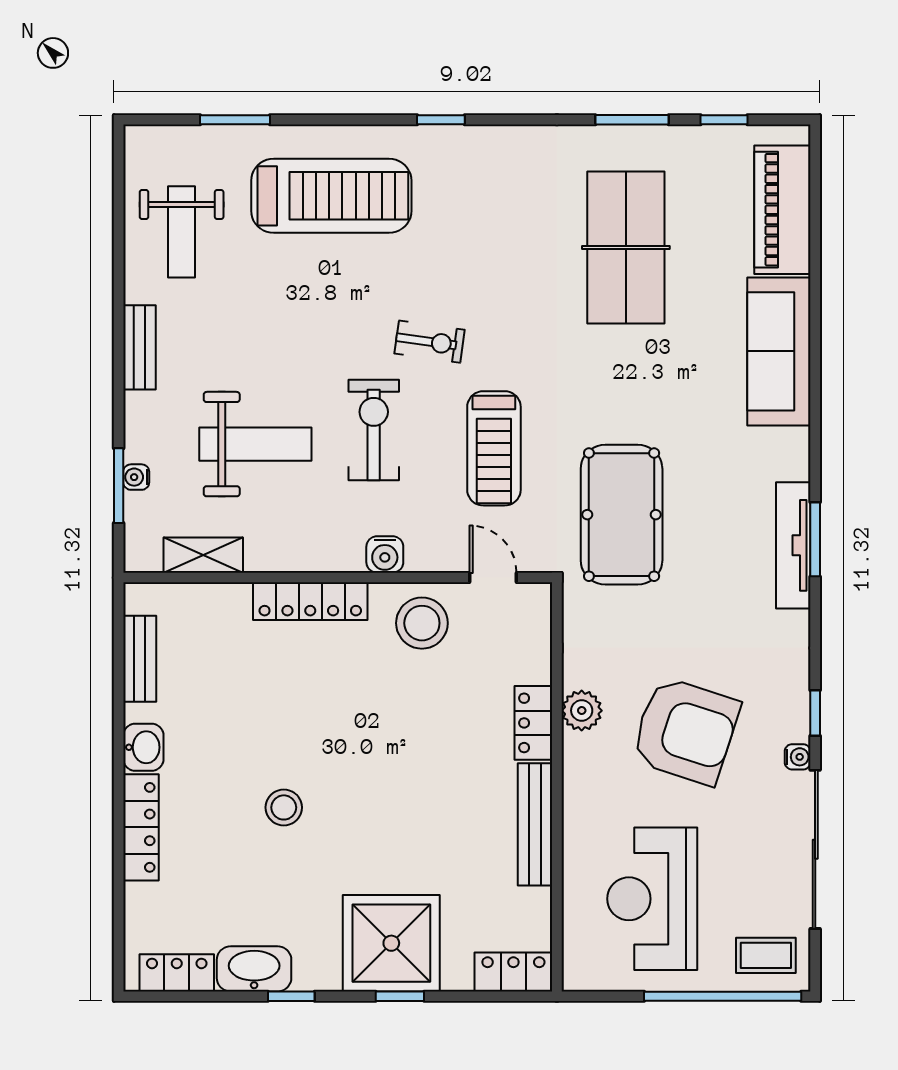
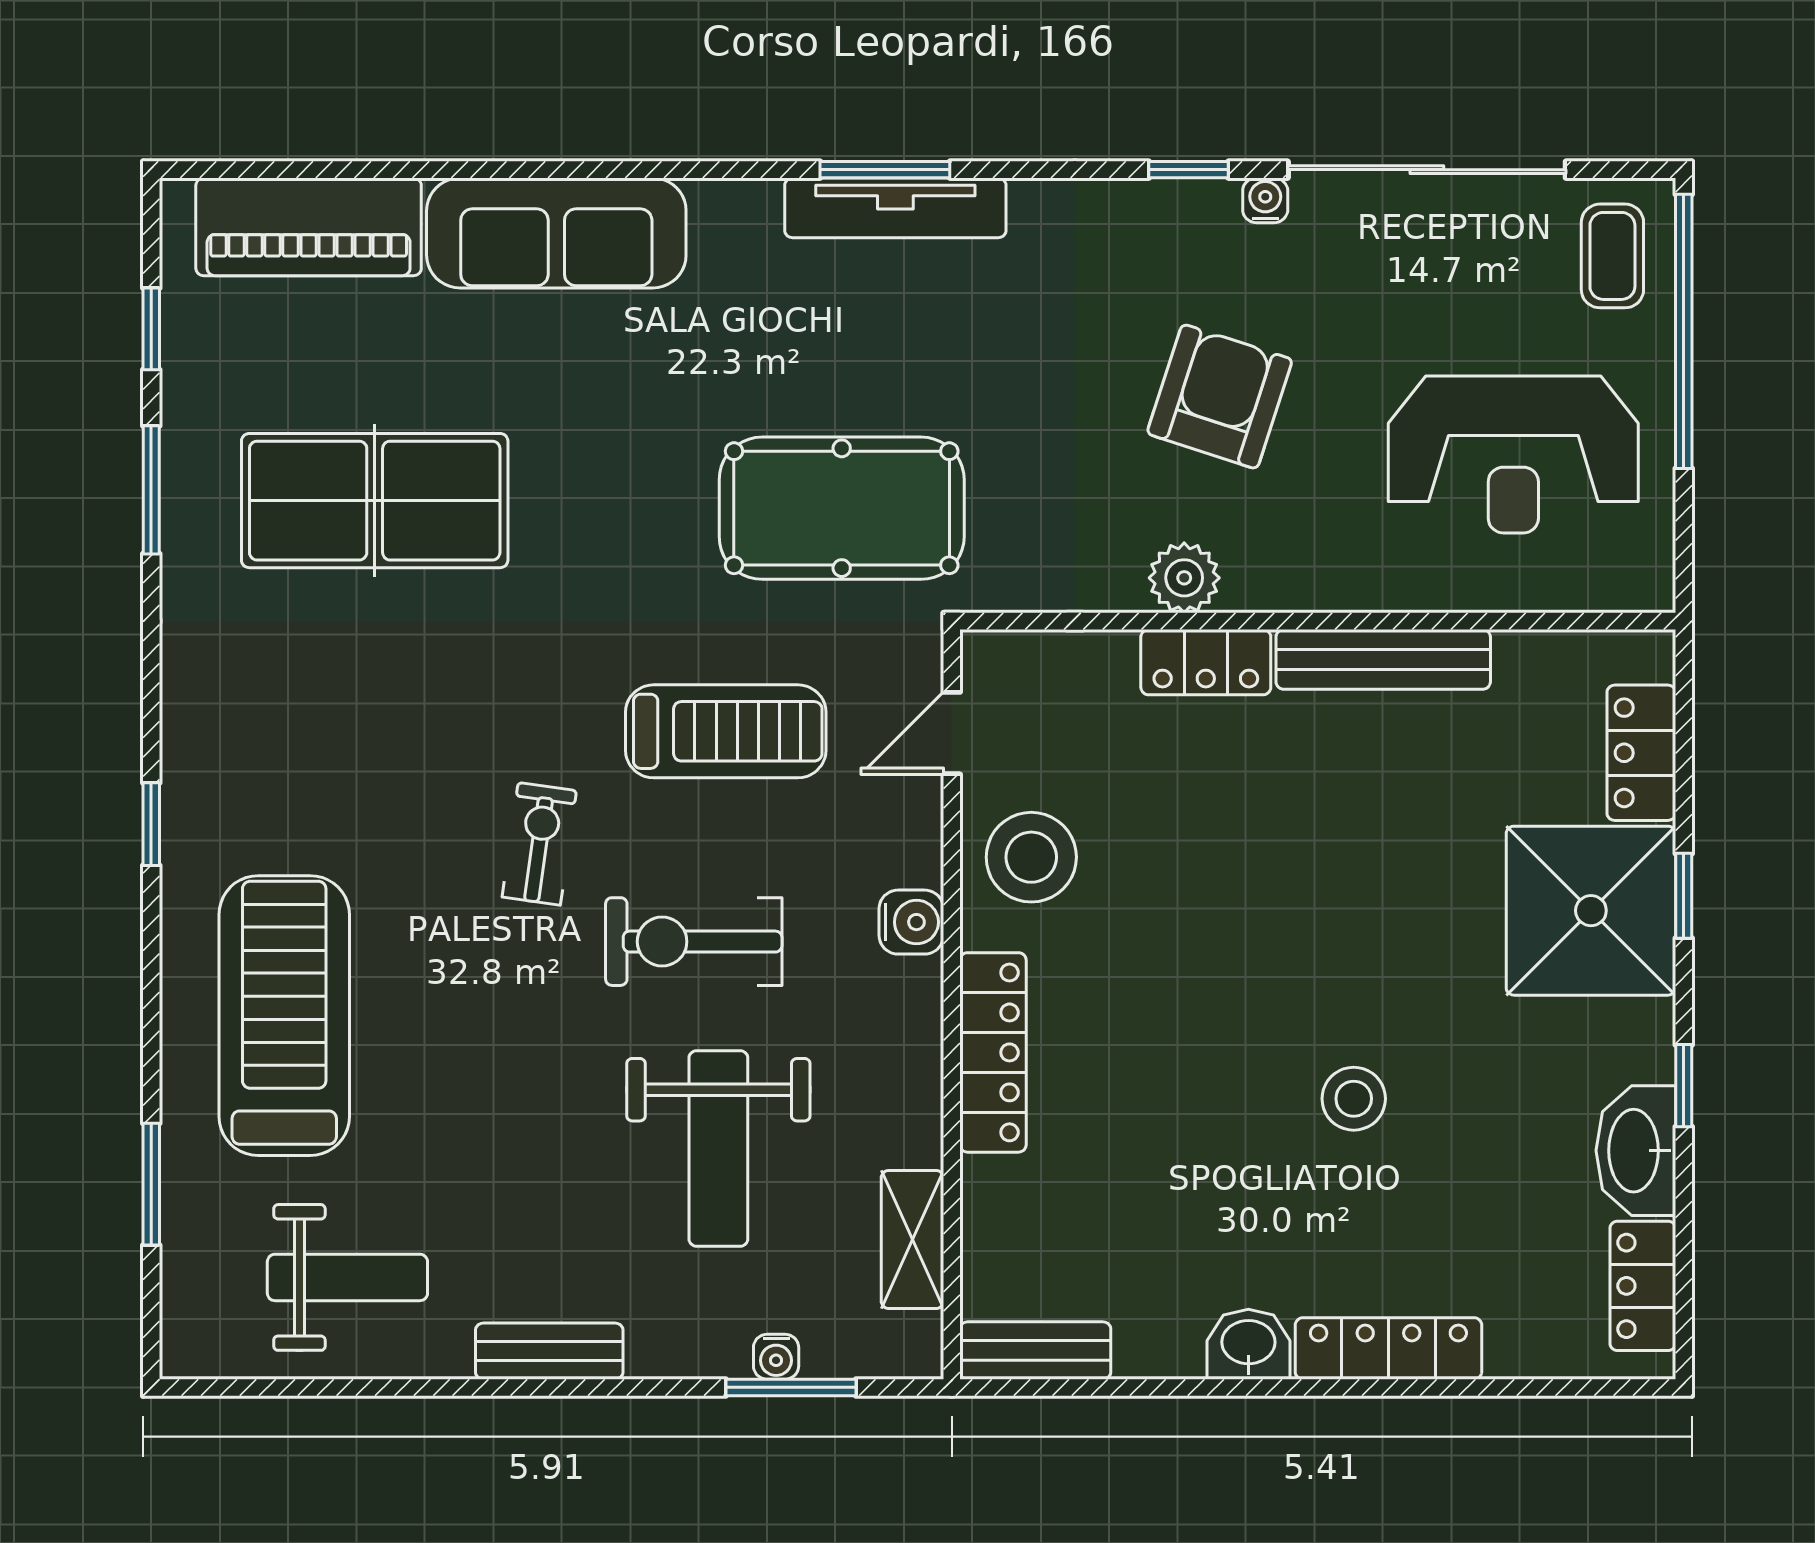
weight bench: (255, 444) -> (718, 1148), turned 180
bench: (140, 659) -> (1035, 1350), moved
armchair: (685, 731) -> (1220, 397), width x0.73, depth x0.73
locker: (513, 972) -> (1641, 753), moved

